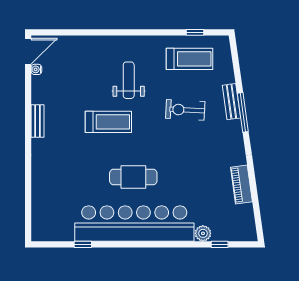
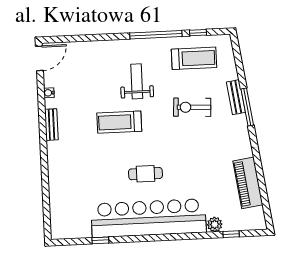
window: (151, 32) -> (156, 35), added
water cooler: (36, 69) -> (49, 93), moved
treadmill: (108, 122) -> (119, 122), turned 180
cafe table: (133, 177) -> (145, 174), width x0.73, depth x0.74
piano: (241, 184) -> (248, 183), width x1.37, depth x1.33

